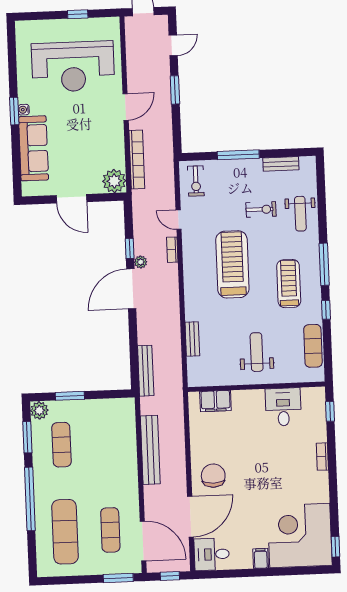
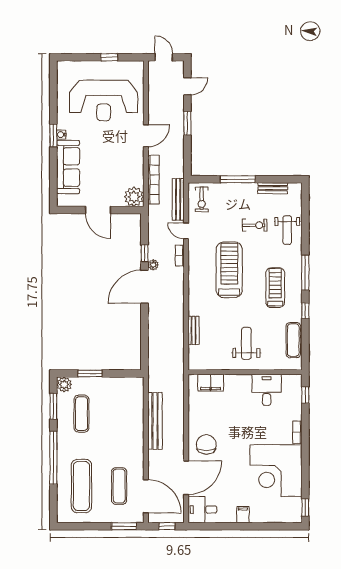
bench: (146, 371) -> (178, 199), moved
corner desk: (300, 535) -> (276, 471), moved, turned -90

